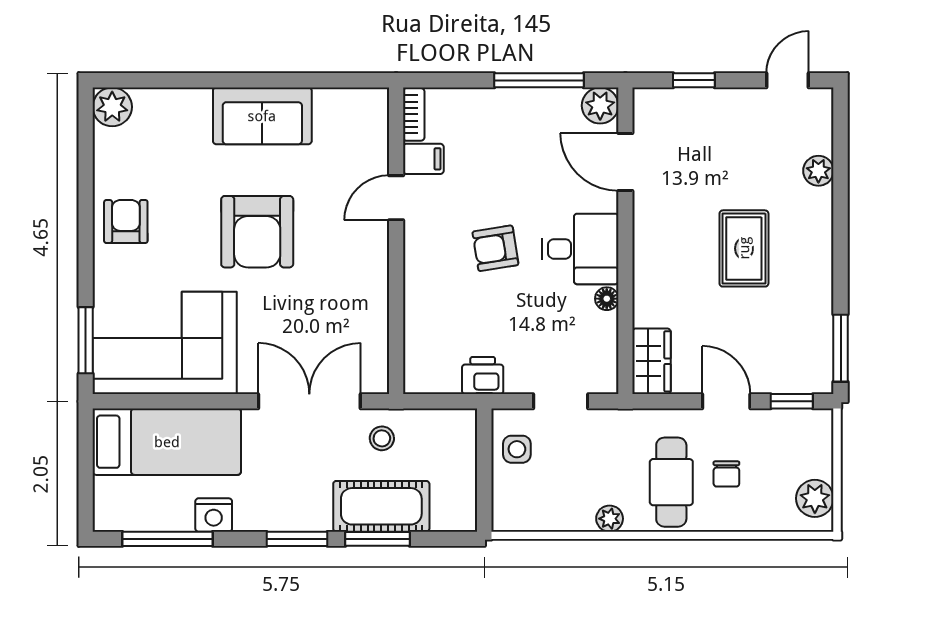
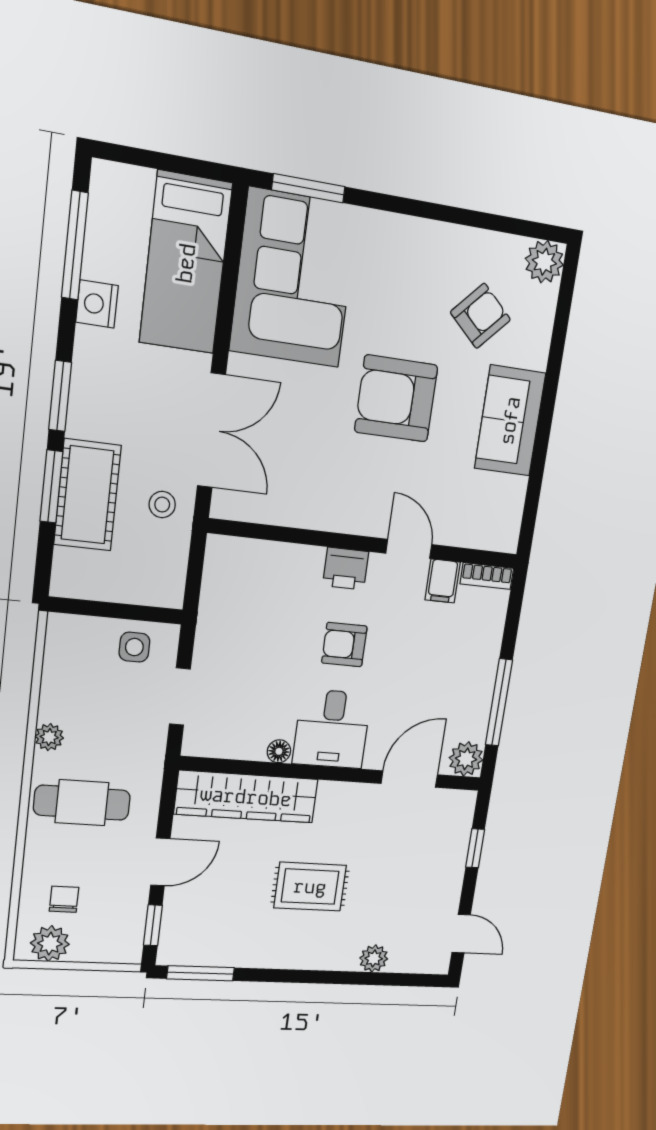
armchair: (126, 222) -> (480, 316), moved, turned -47
armchair: (495, 248) -> (344, 645), turned -81
wardrobe: (652, 361) -> (246, 797), width x2.10, depth x1.17
printer: (483, 376) -> (346, 569), moved, turned 90
chair: (726, 474) -> (64, 899), moved, turned 90

